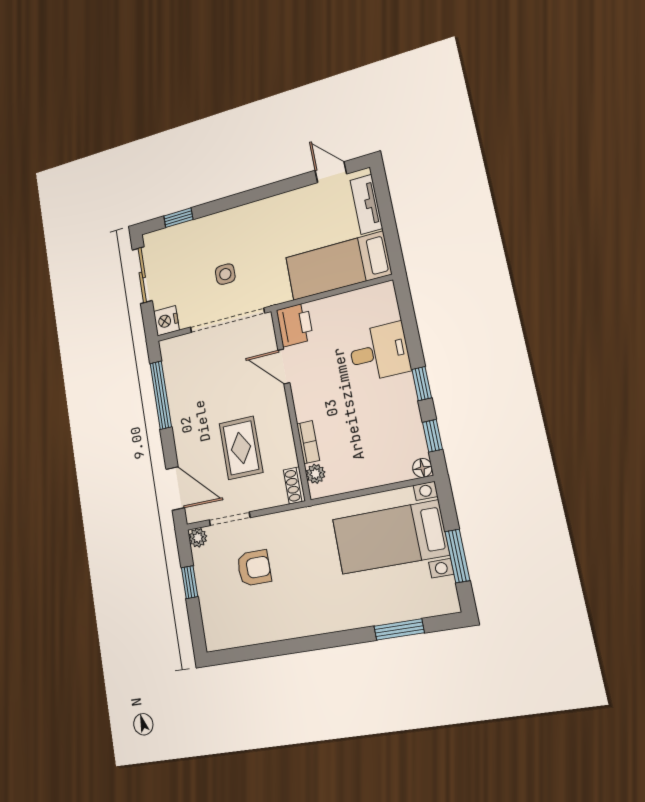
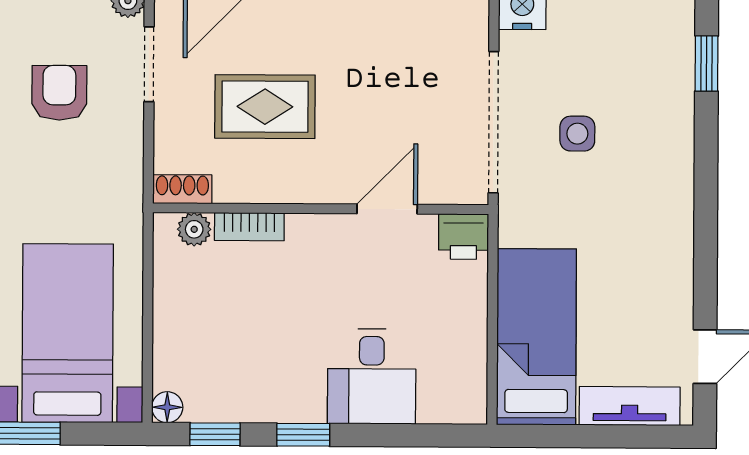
printer: (295, 325) -> (463, 237), width x0.73, depth x0.81
armchair: (254, 568) -> (59, 93), turned 180

